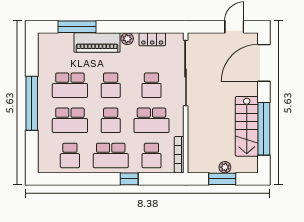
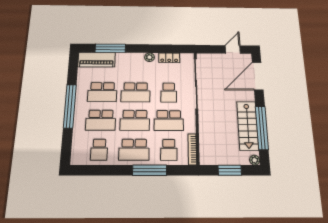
piano: (97, 43) -> (97, 60), moved
school desk: (111, 85) -> (136, 92), width x1.85
school desk: (111, 120) -> (135, 120), width x1.85
plant: (225, 167) -> (255, 160), moved
window: (129, 179) -> (150, 170), width x2.17

